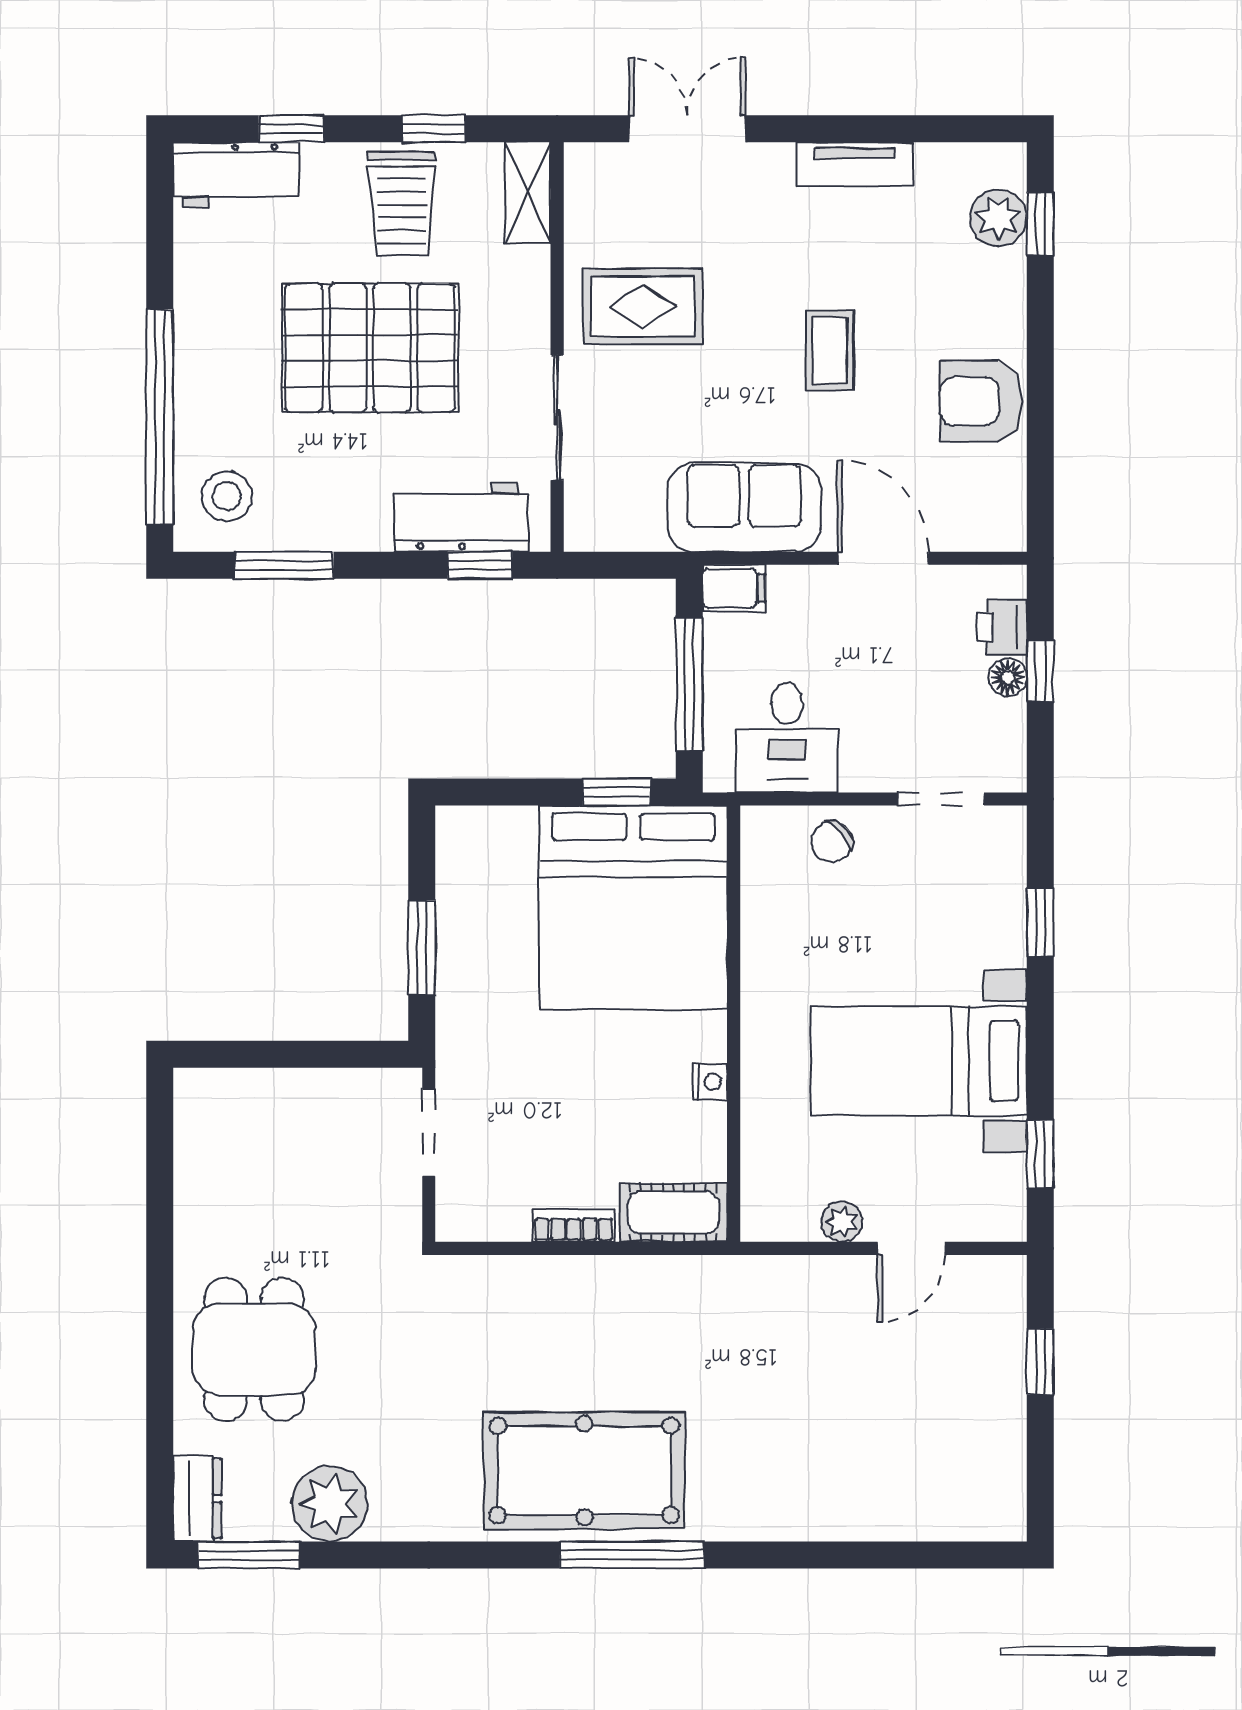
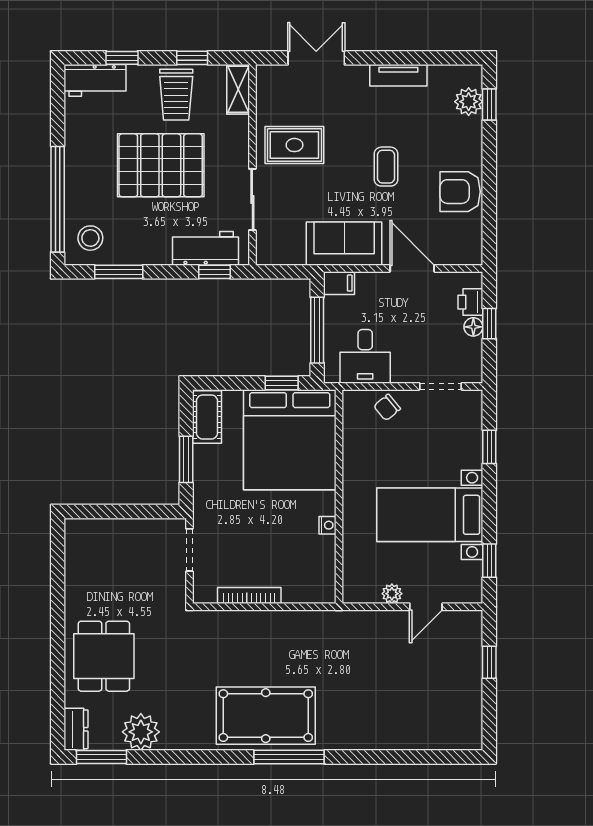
cot: (673, 1213) -> (207, 417), moved, turned 90
bookcase: (574, 1225) -> (249, 596), width x1.56

